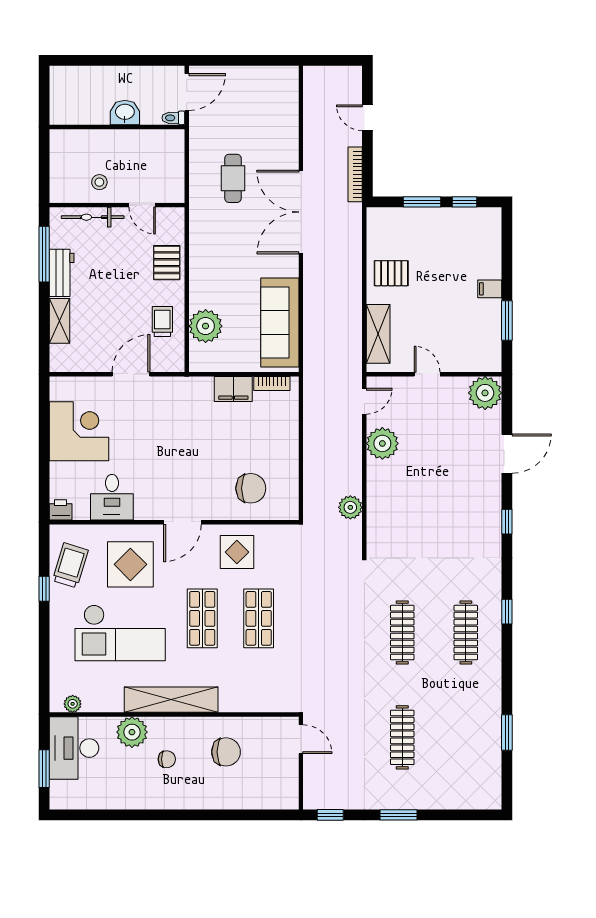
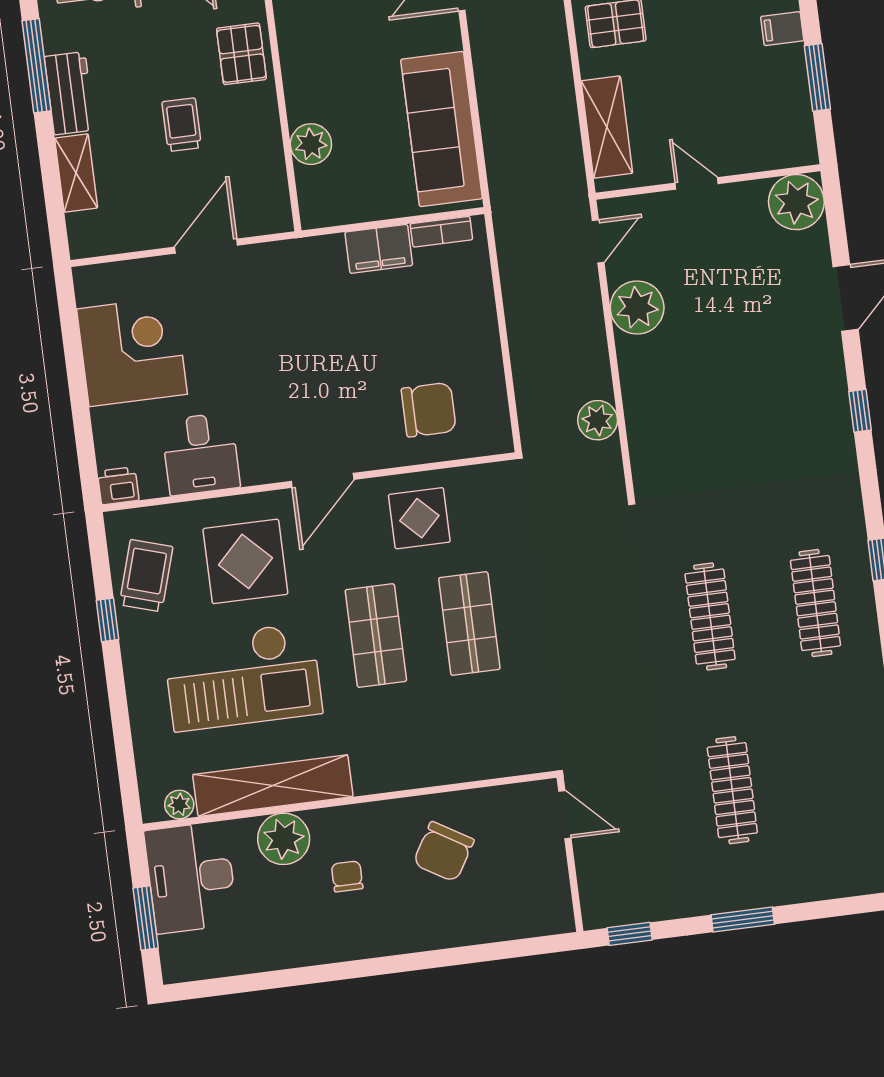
trolley: (162, 322) -> (182, 125), moved
plant: (206, 326) -> (311, 144), width x0.73, depth x0.73
shelving: (171, 700) -> (273, 786), moved
chair: (226, 752) -> (444, 852), turned 121
chair: (167, 759) -> (347, 876), turned -90

